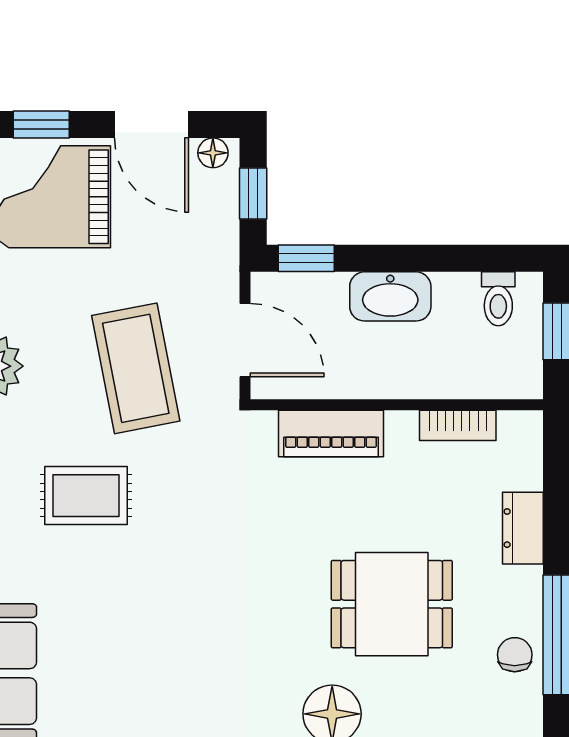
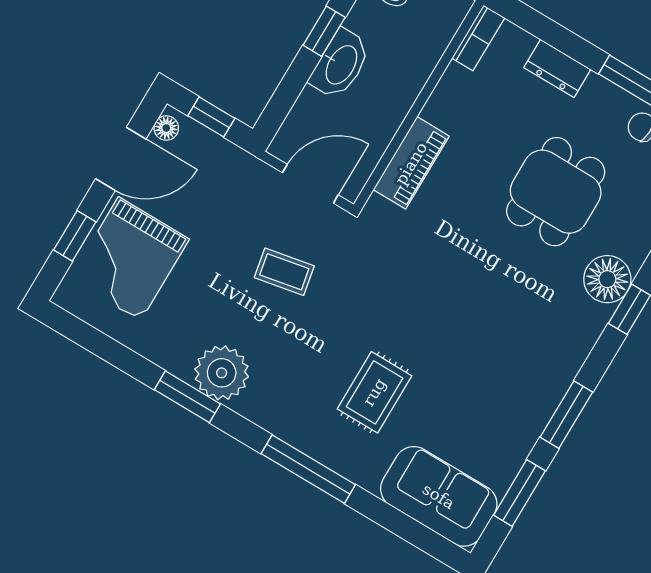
window: (306, 258) -> (324, 31), moved
coffee table: (136, 368) -> (284, 272), width x0.54, depth x0.58
bookcase: (458, 425) -> (478, 38), moved
rug: (86, 496) -> (374, 392), moved

